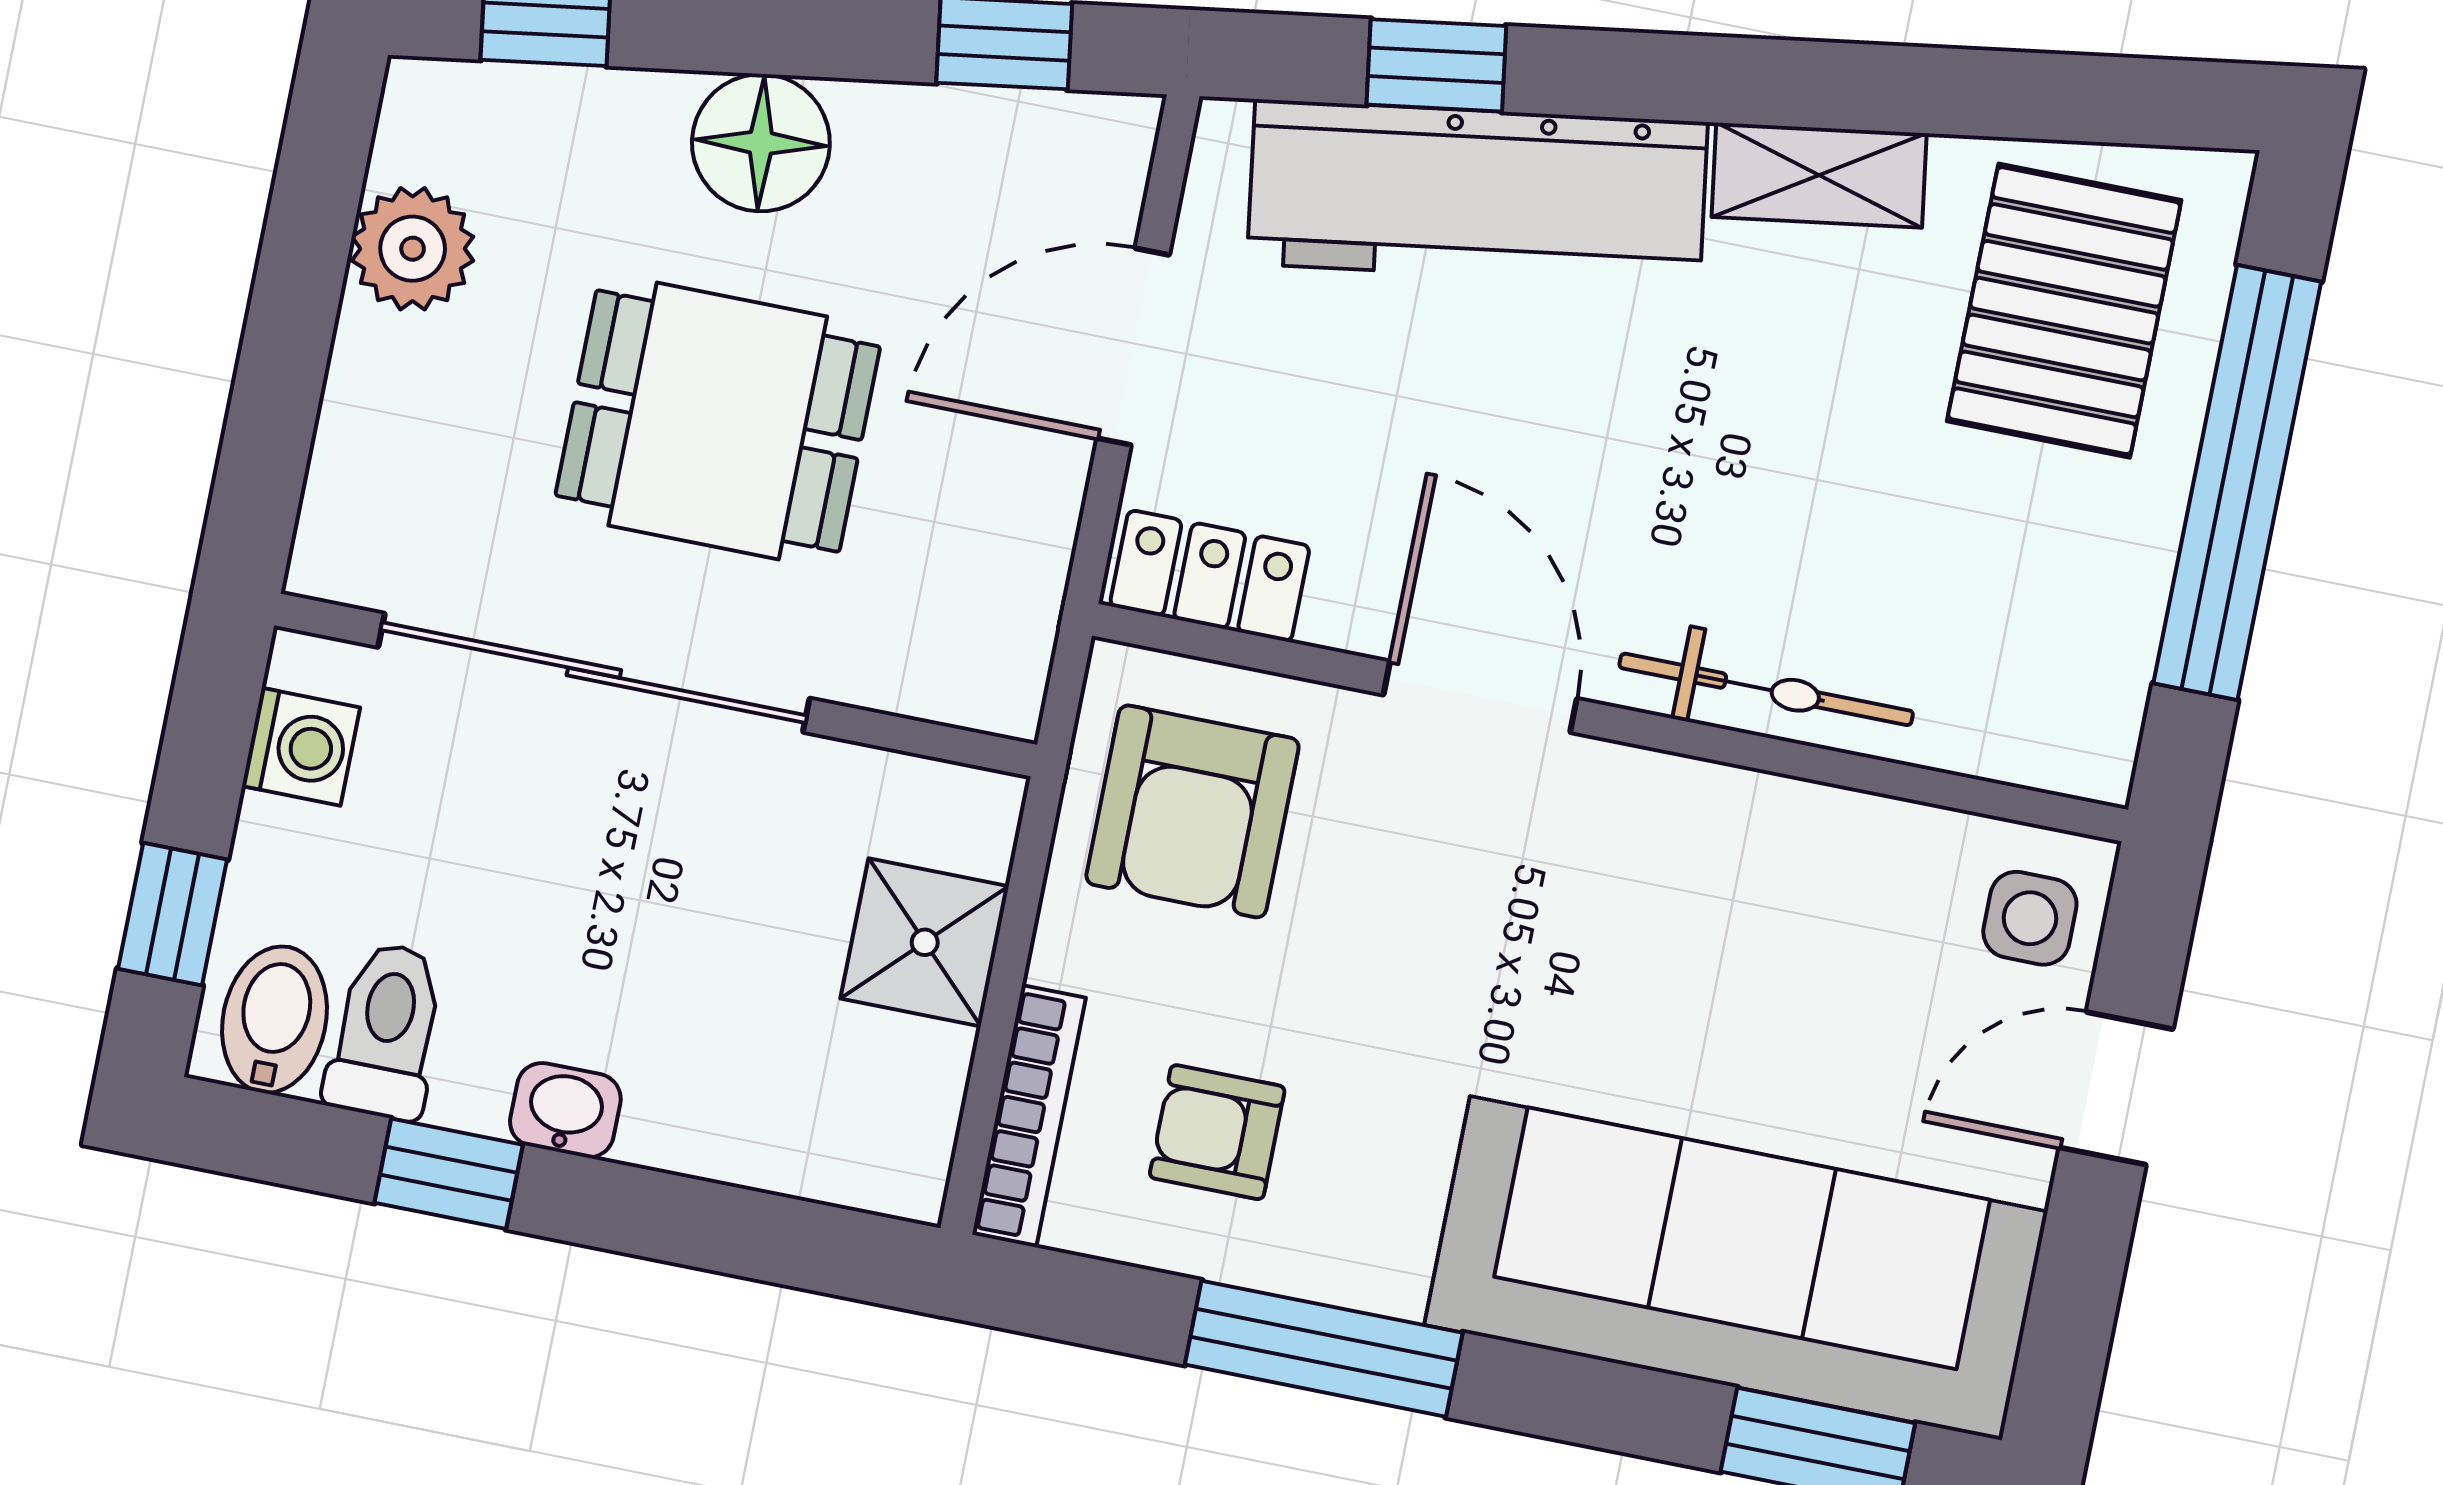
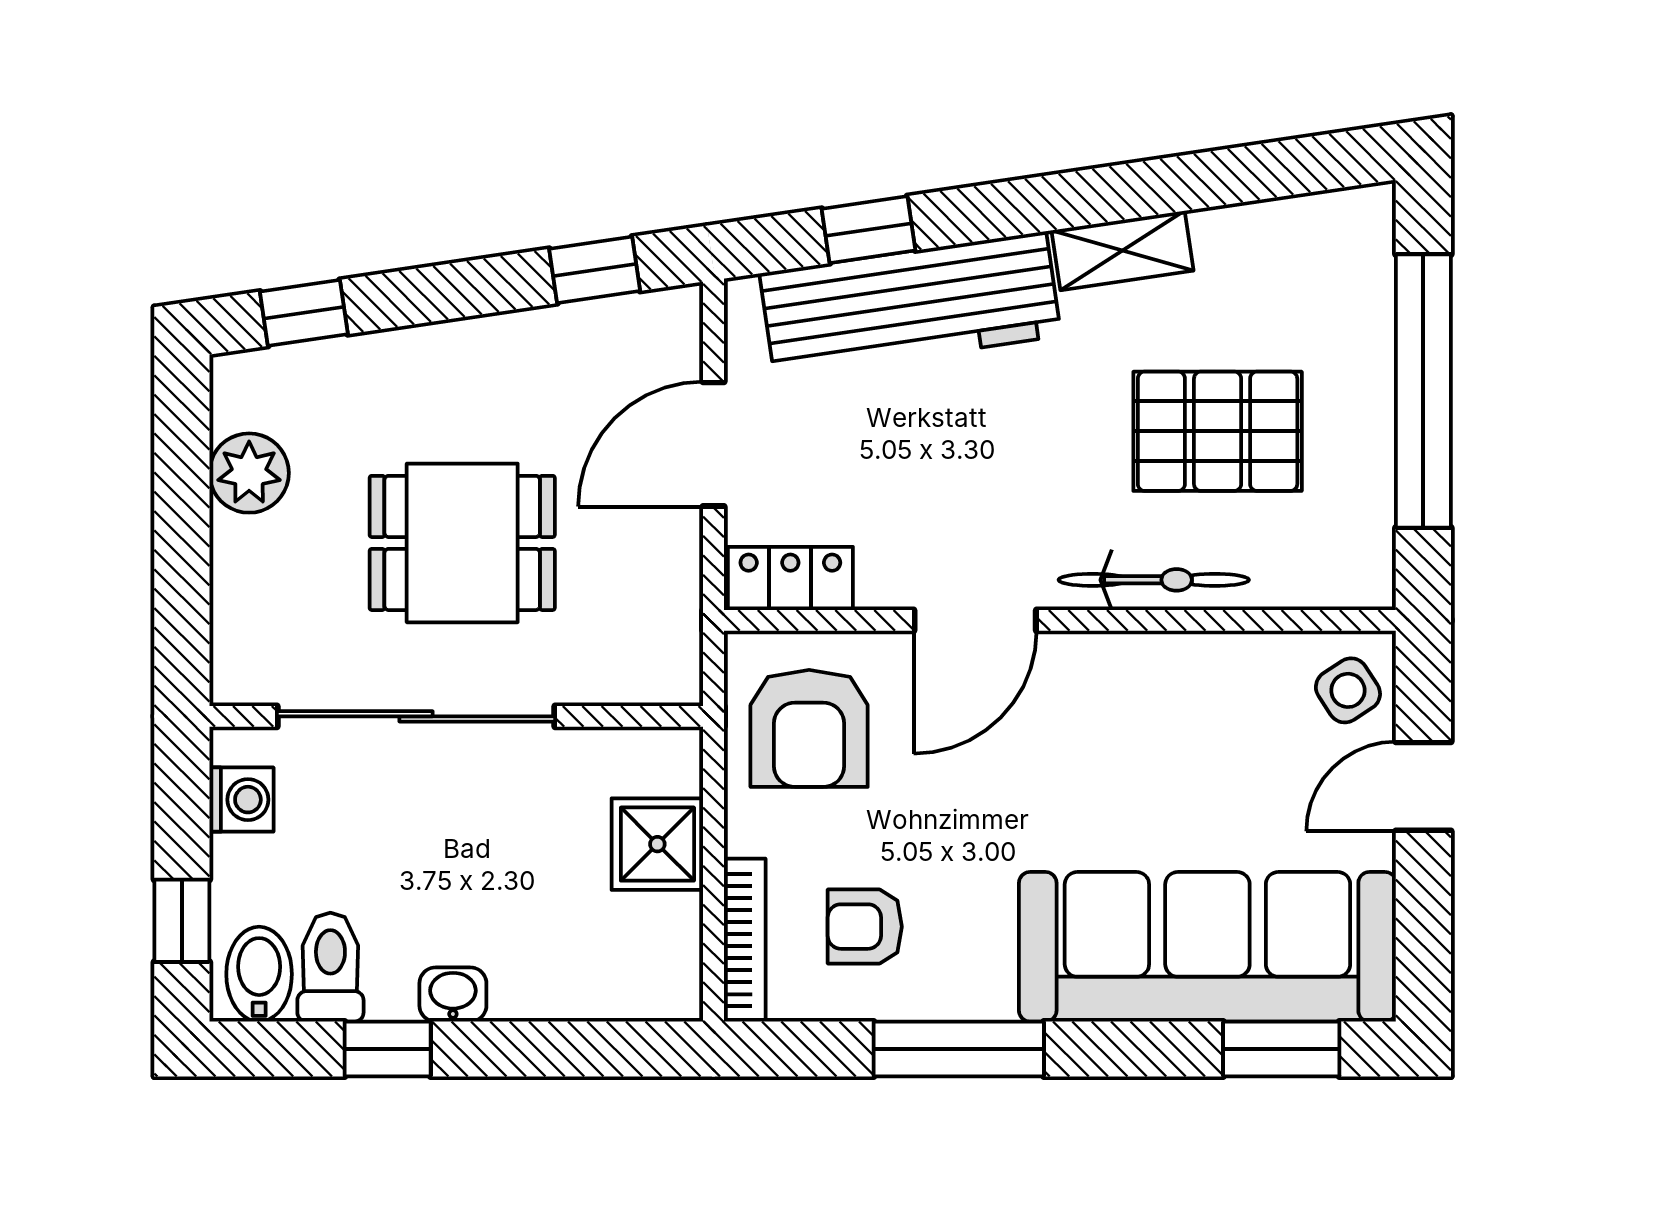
floor lamp: (761, 143) -> (454, 363), removed
pallet: (2064, 311) -> (1218, 431), moved, turned 90
door: (1480, 697) -> (975, 620), swing flipped
side table: (2030, 918) -> (1348, 690), turned -33

